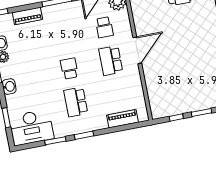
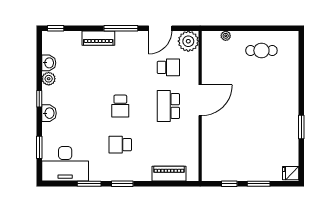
piano: (27, 16) -> (98, 38), moved
school desk: (104, 27) -> (168, 67), turned -90
school desk: (69, 69) -> (120, 106), turned 180
school desk: (76, 102) -> (120, 145), width x0.54

